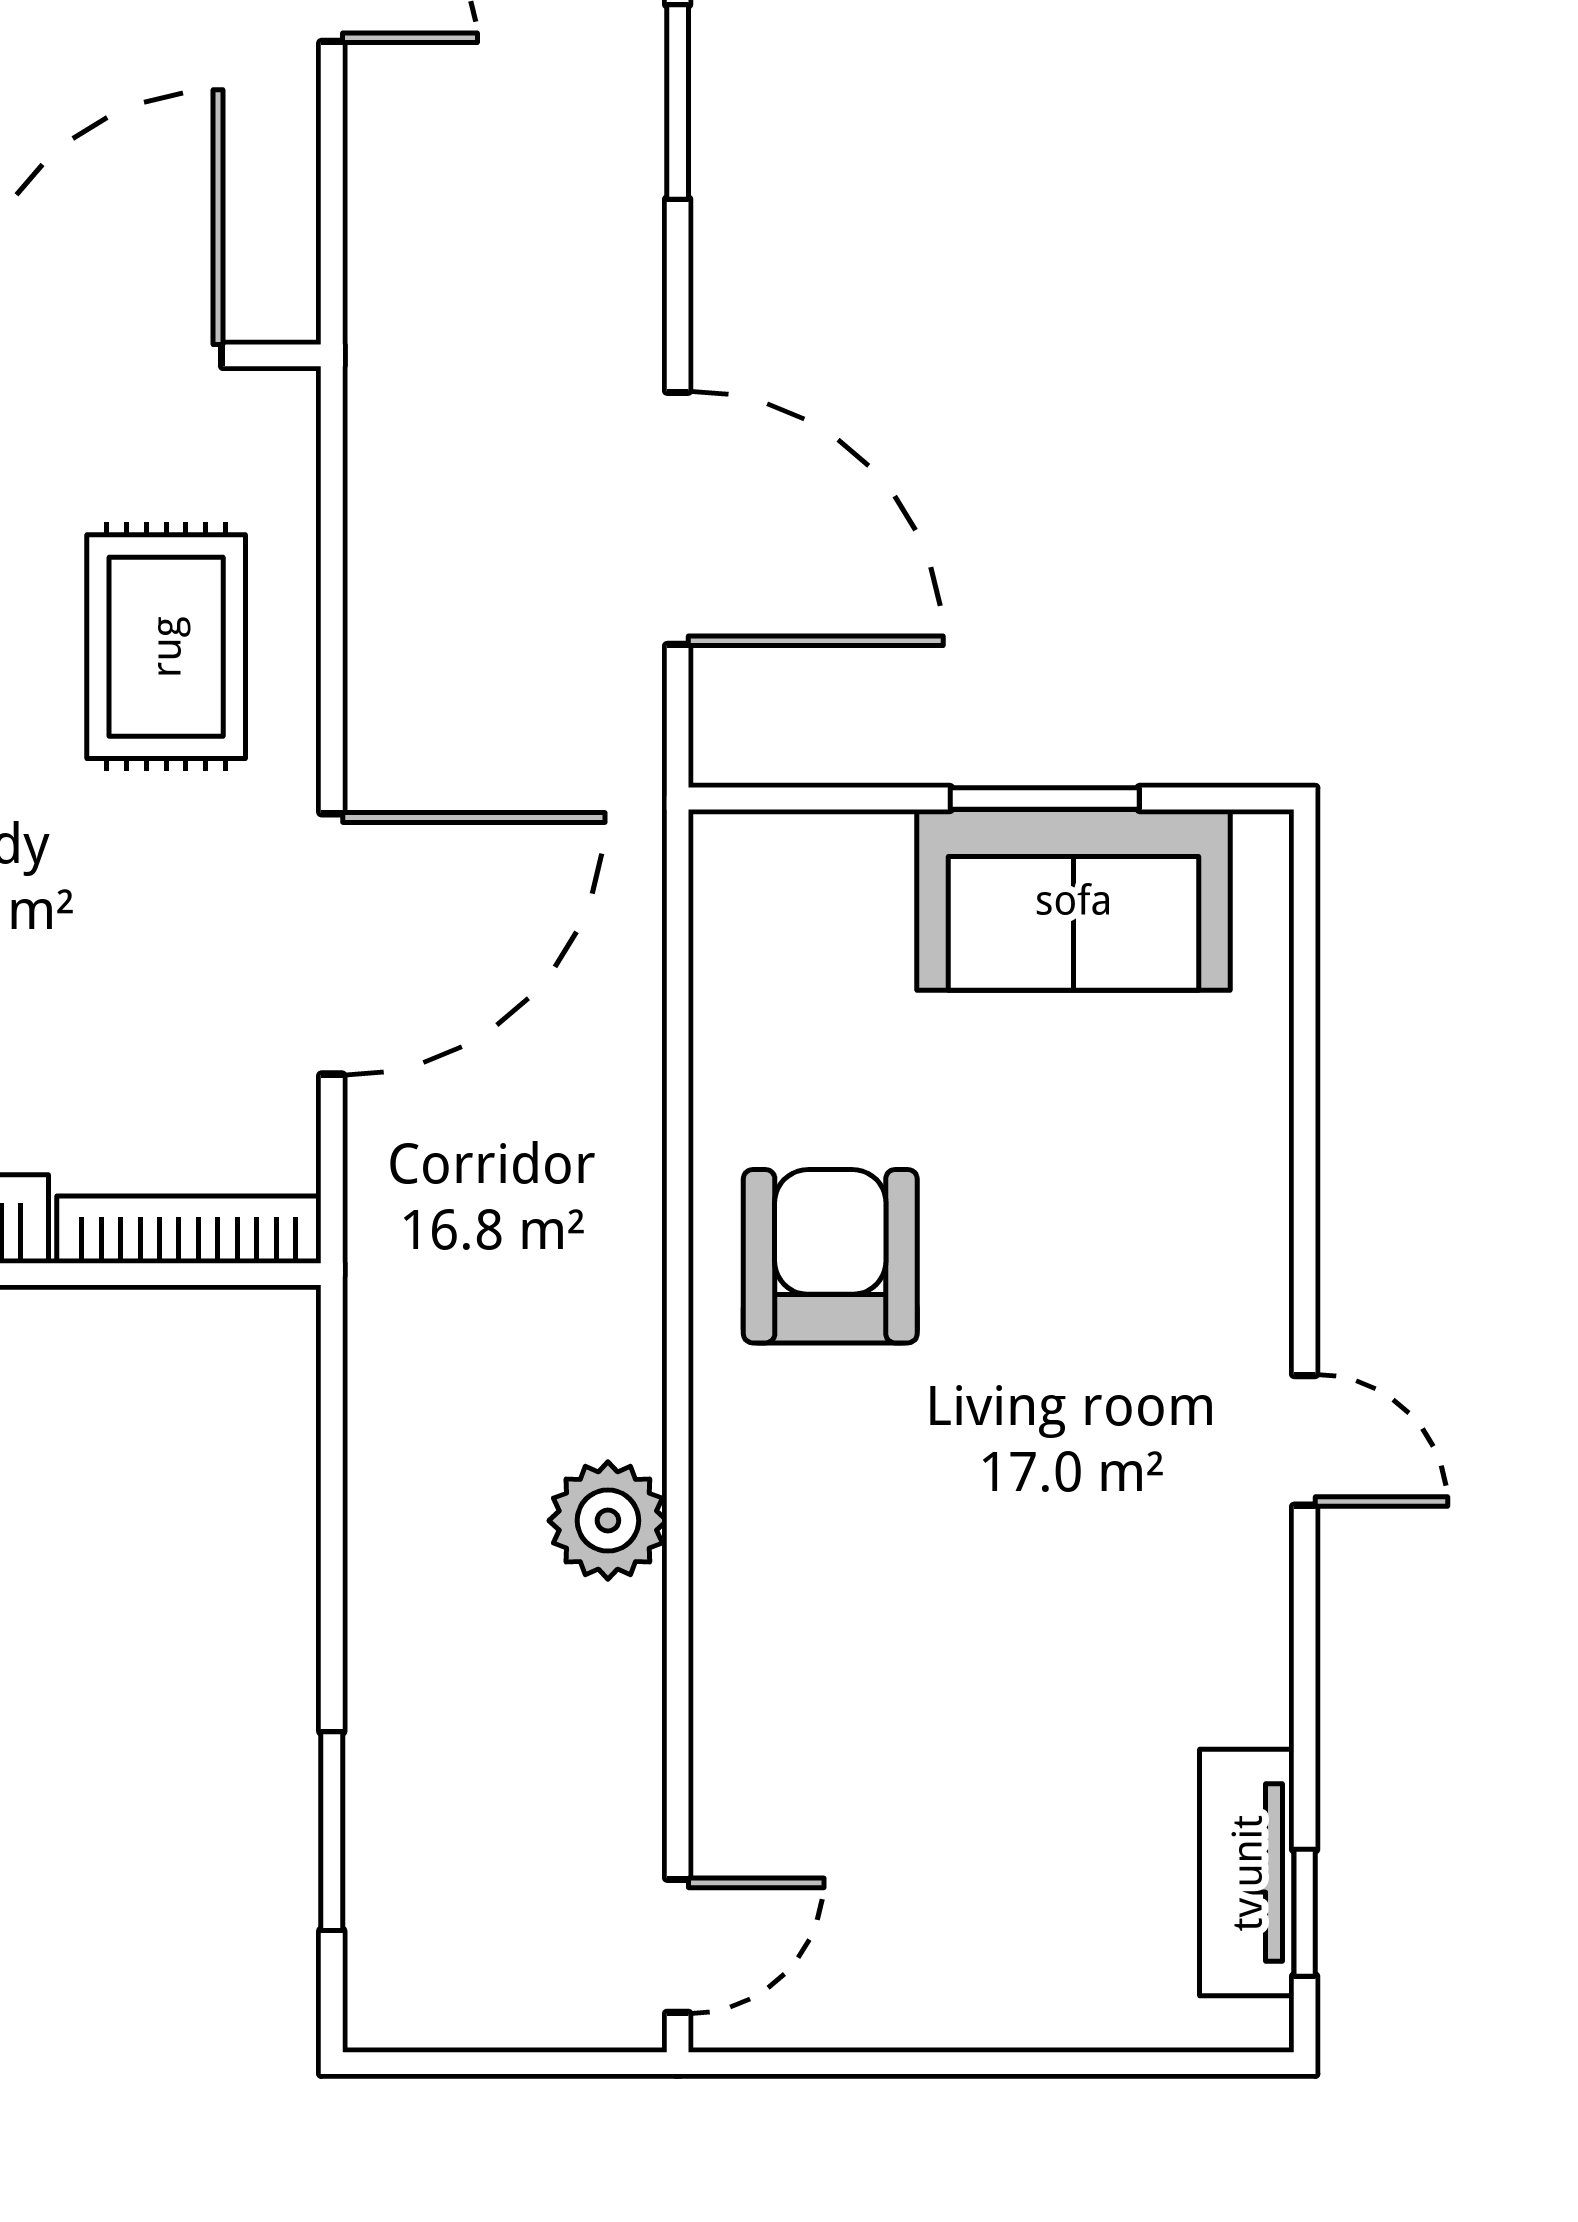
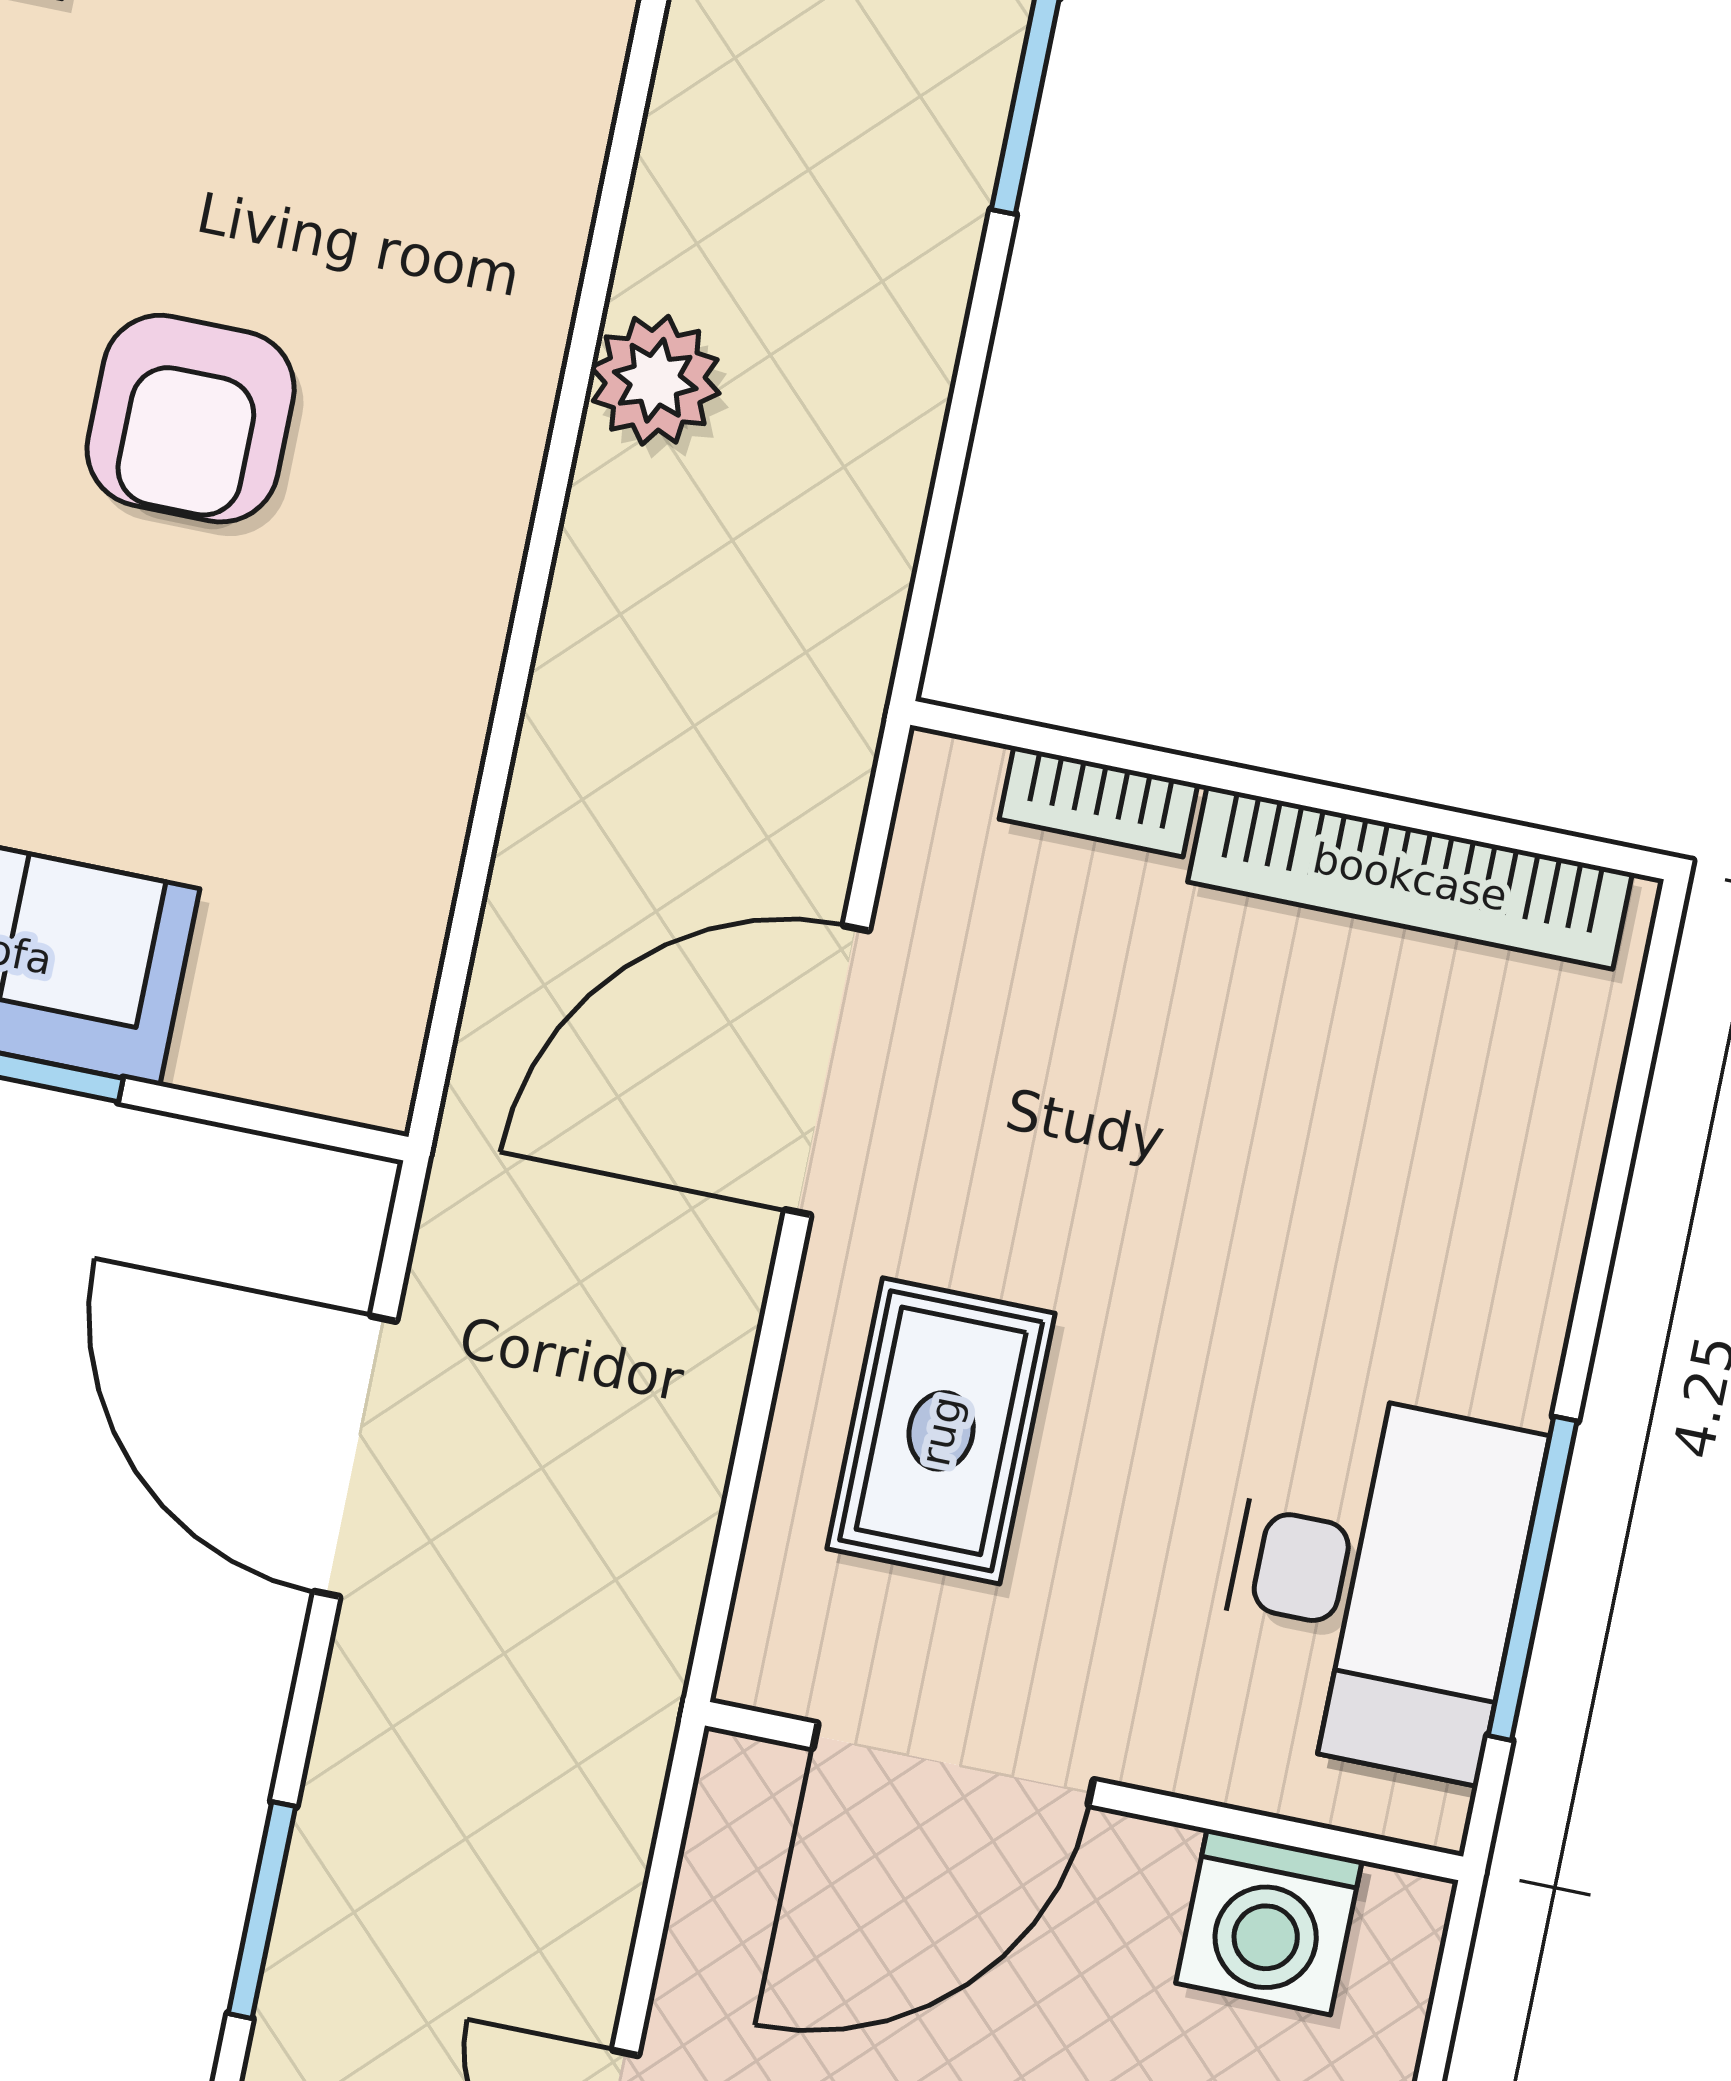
bookcase: (189, 1230) -> (1099, 802), width x0.64
armchair: (830, 1256) -> (191, 419), moved

